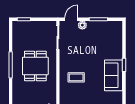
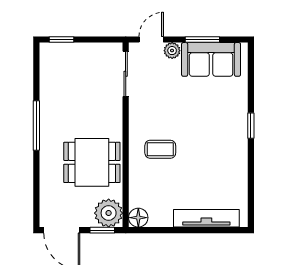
dining table: (35, 66) -> (92, 162), moved, turned 90
sofa: (114, 75) -> (211, 59), moved, turned -90

